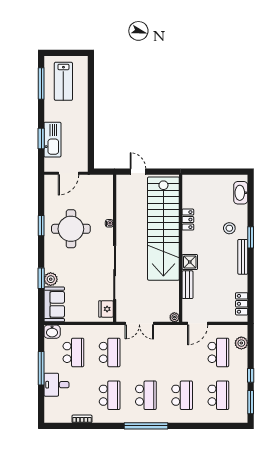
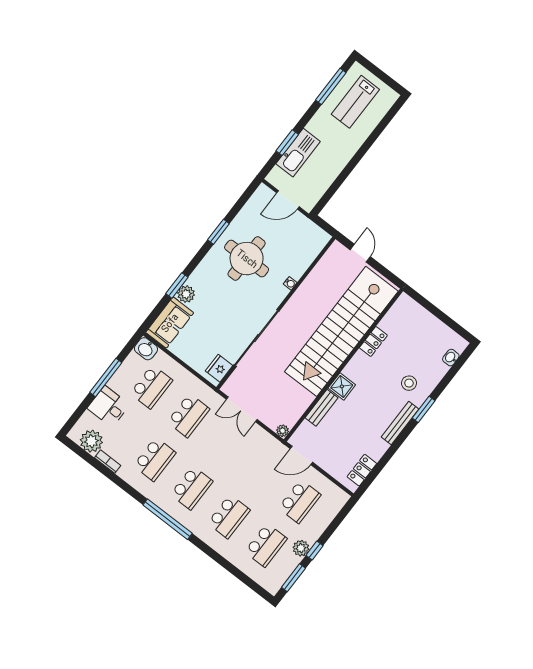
washbasin: (241, 193) -> (451, 358), width x0.52, depth x0.69
plant: (241, 343) -> (301, 548), moved
plant: (62, 414) -> (91, 441), added

